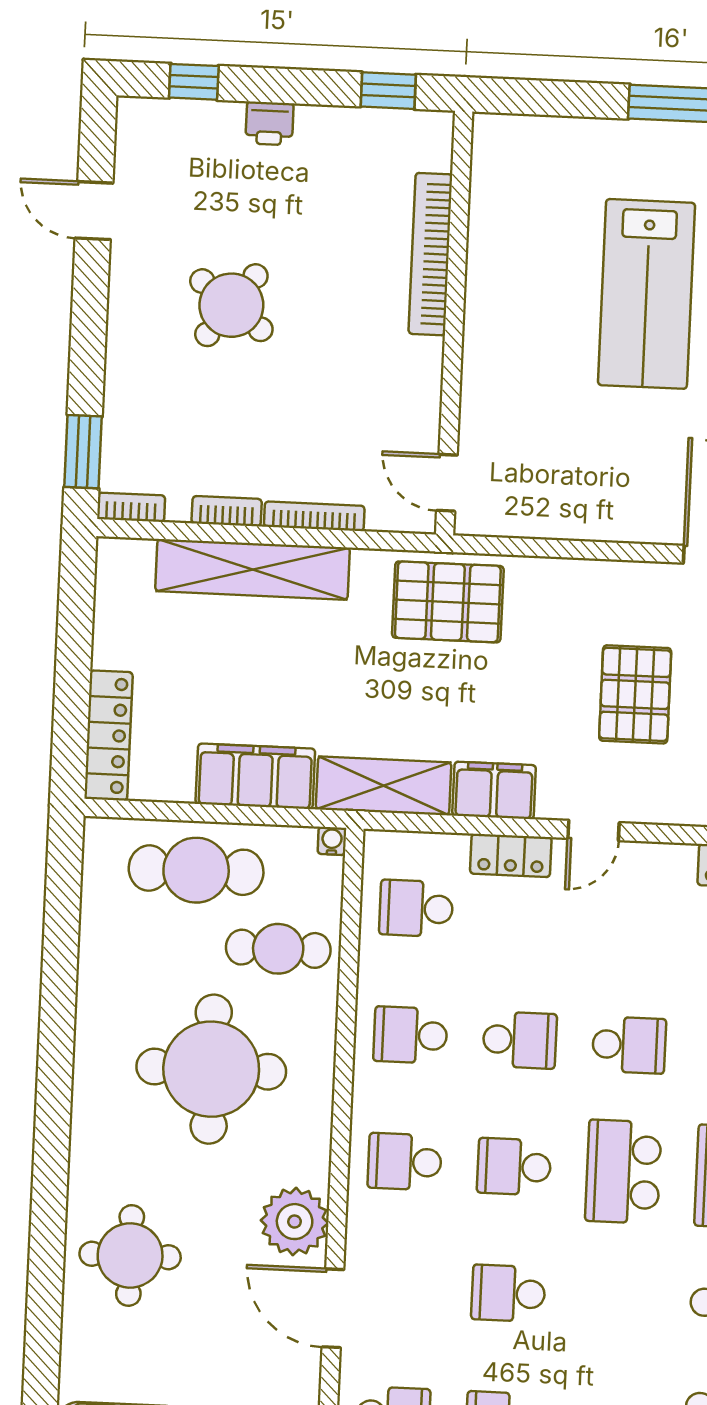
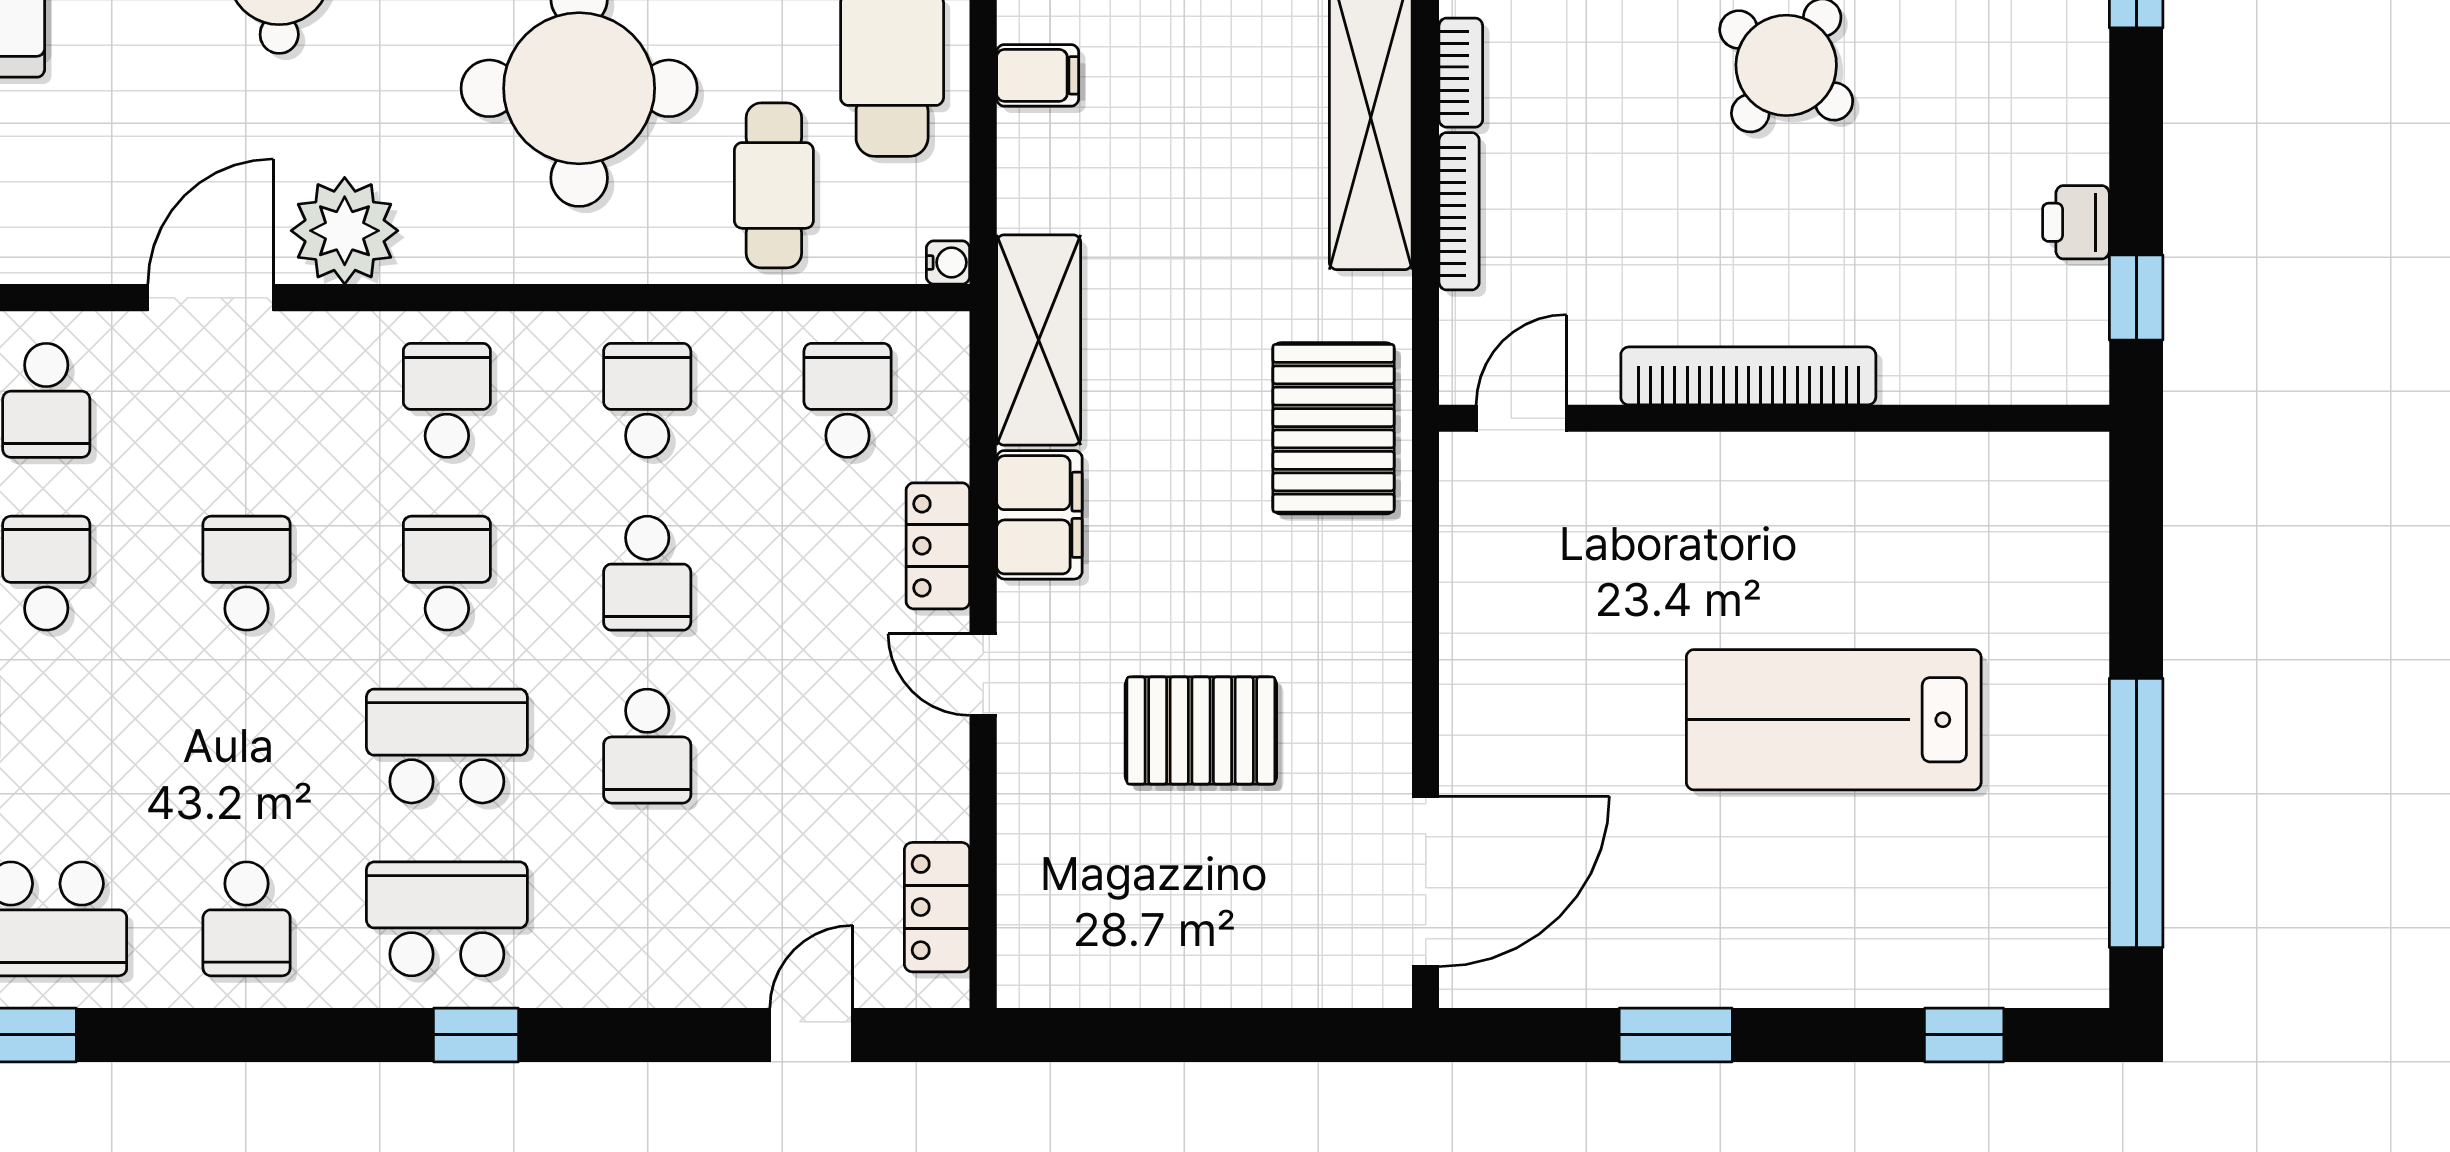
printer: (269, 123) -> (2076, 222), moved
bookcase: (430, 254) -> (1748, 376), moved
filing cabinet: (255, 776) -> (1038, 75), width x0.33, depth x0.86

